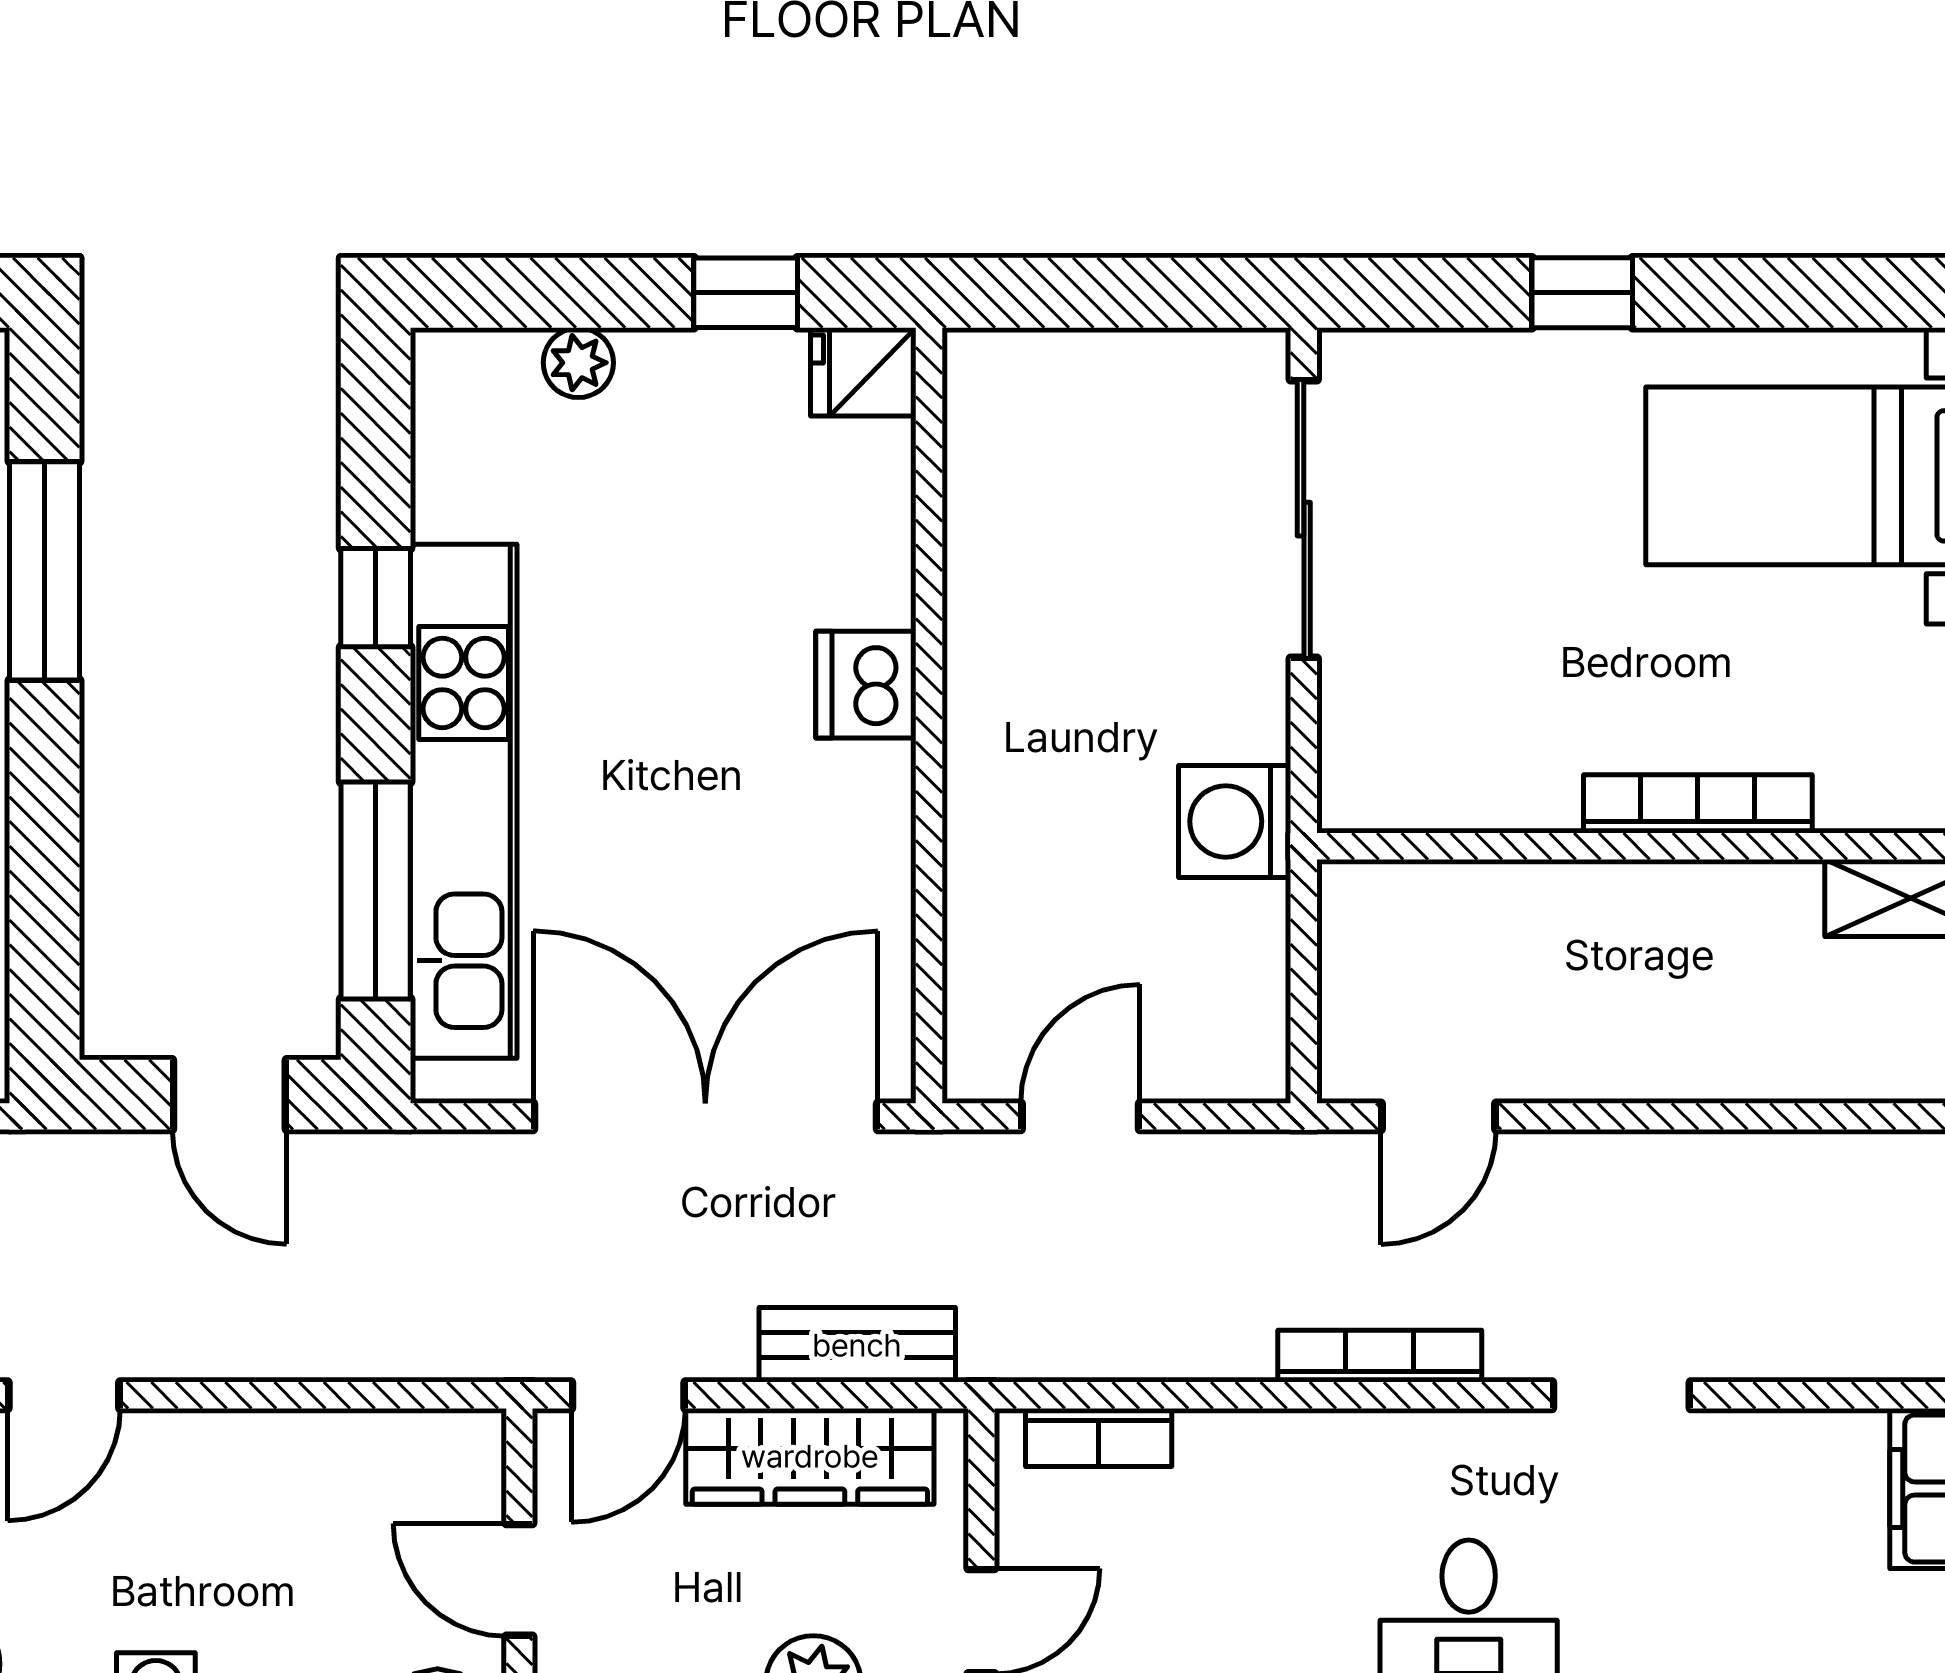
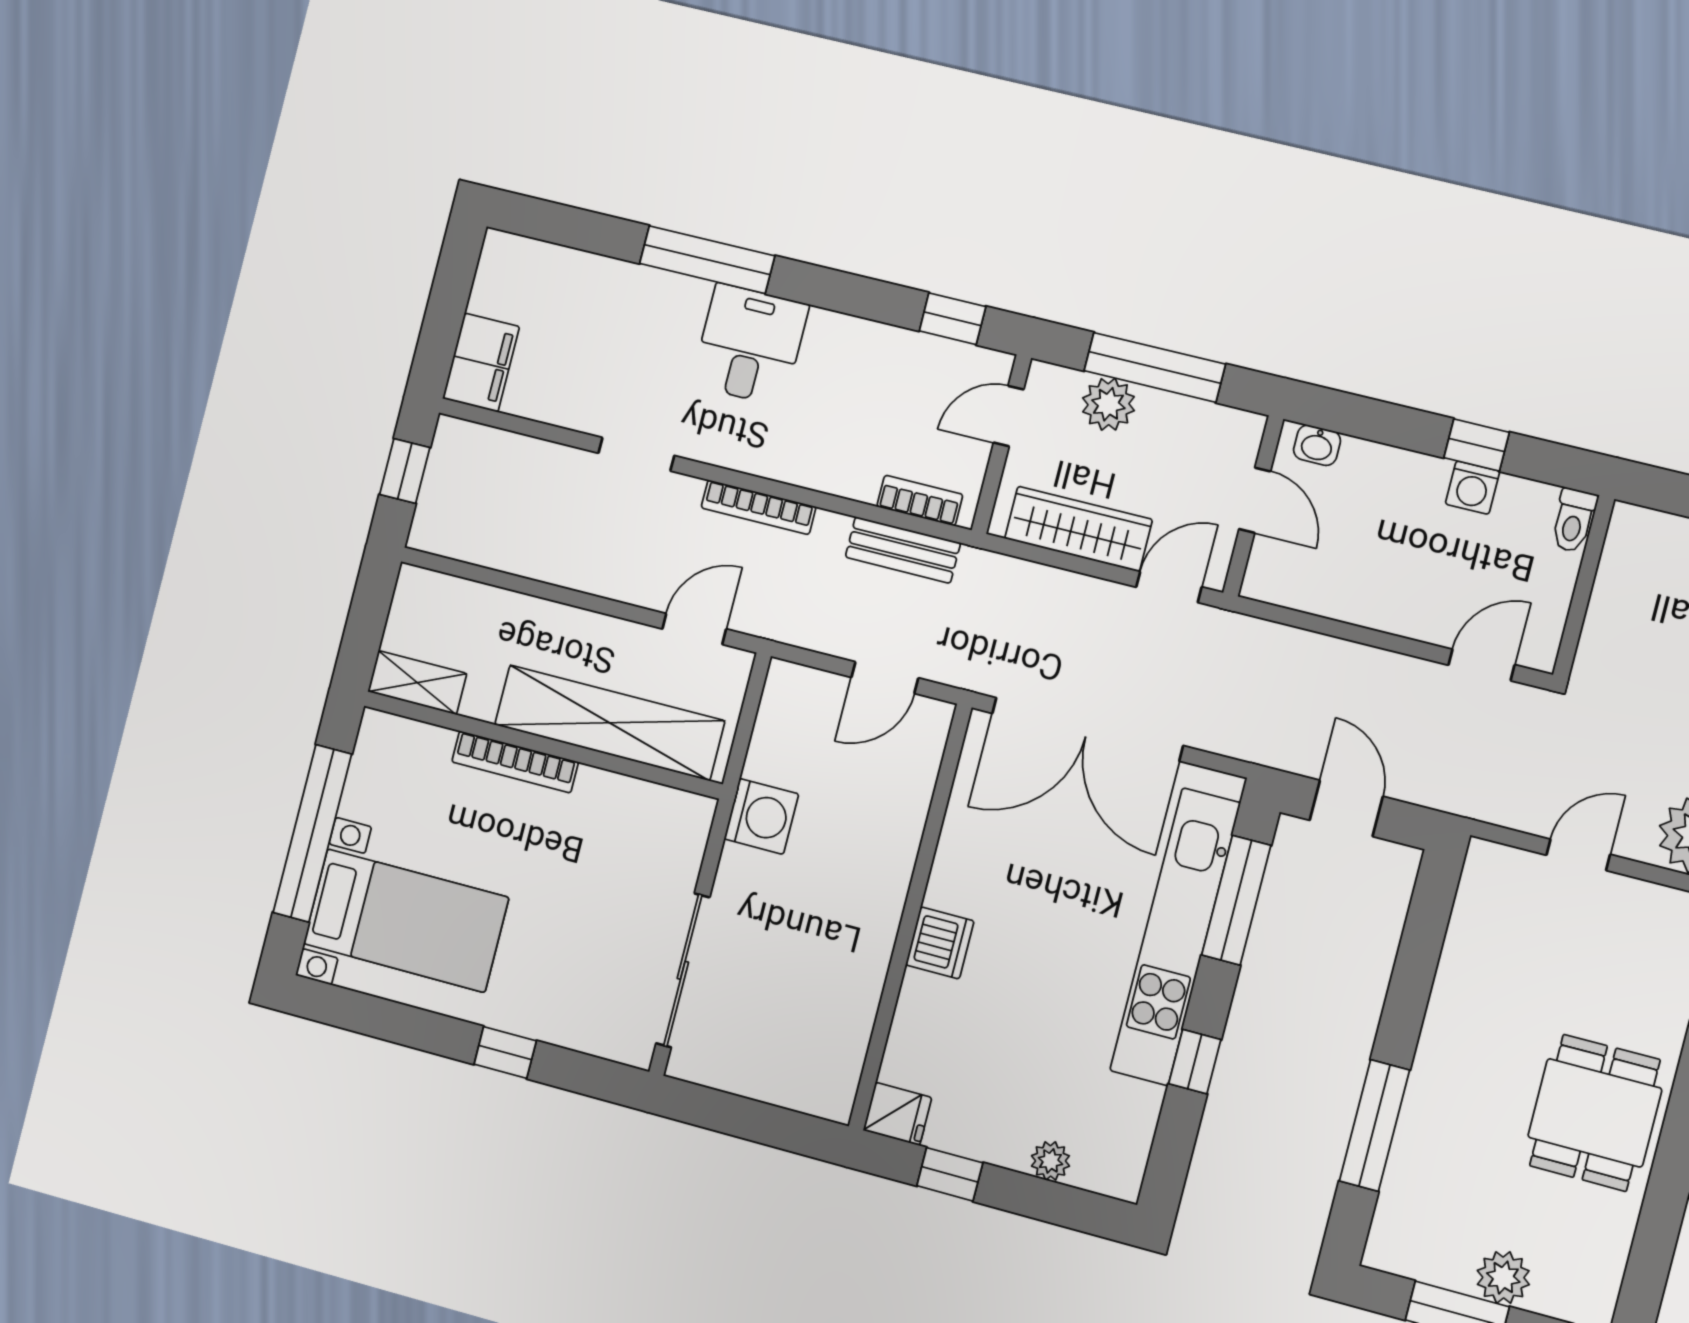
shelving: (1547, 915) -> (609, 723), added
bench: (857, 1345) -> (903, 550), moved

